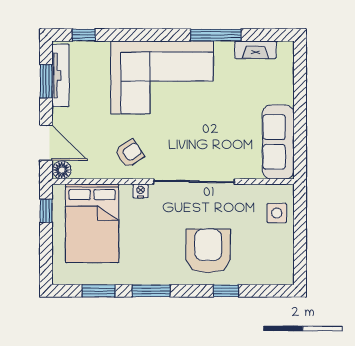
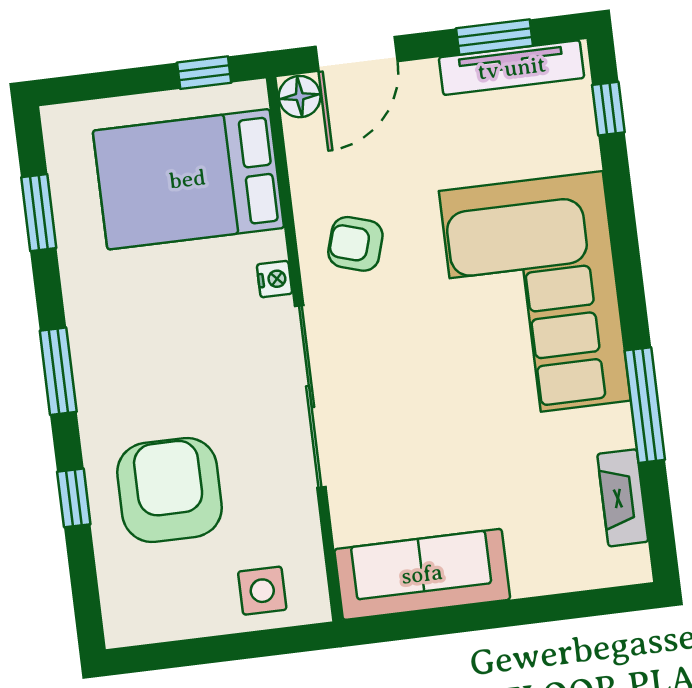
armchair: (129, 153) -> (355, 244), turned 141
armchair: (208, 251) -> (170, 490), moved, turned -90
window: (151, 291) -> (58, 371), moved

